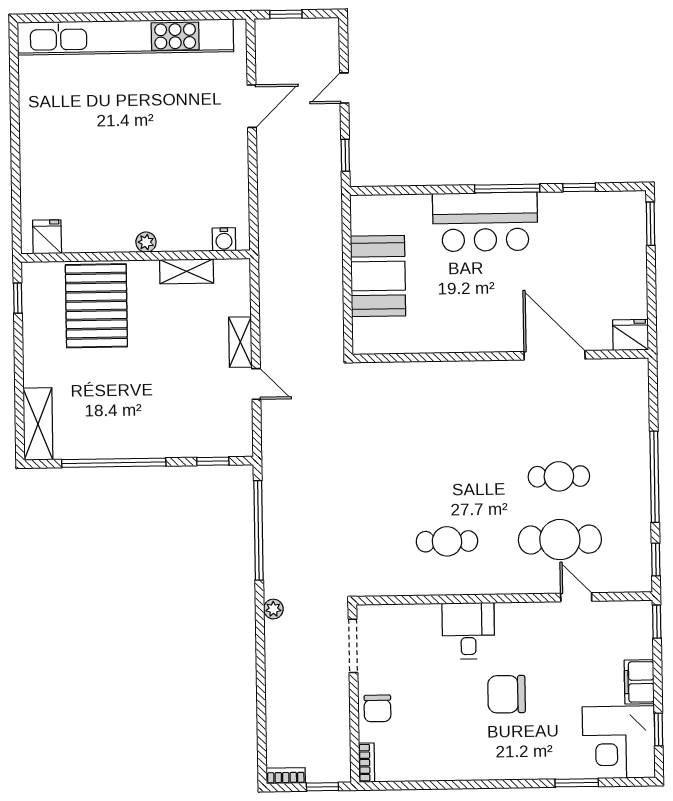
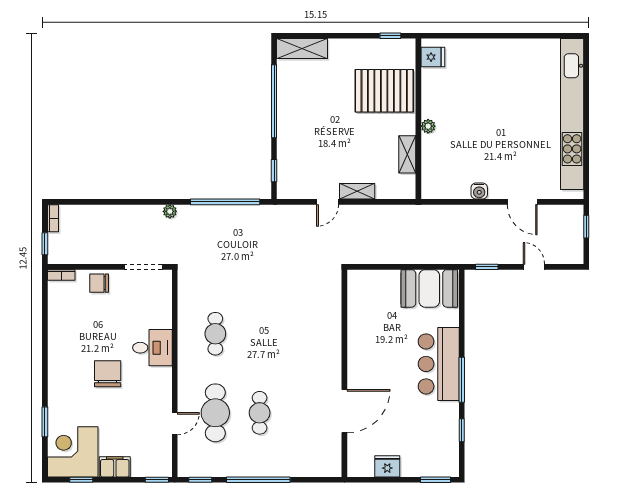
water cooler: (224, 239) -> (479, 191), moved, turned -90
booth: (378, 276) -> (429, 288), moved
fridge: (631, 335) -> (387, 466), moved, turned -90

